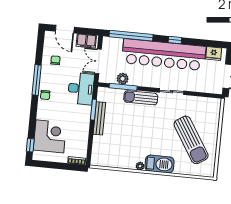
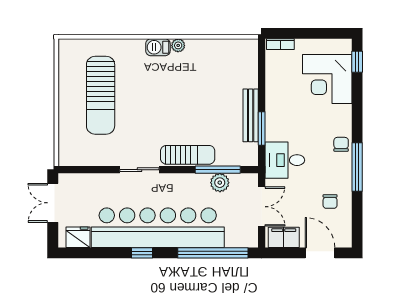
desk: (81, 89) -> (285, 160), width x0.73
sun lounger: (191, 140) -> (101, 95), turned -148
barbecue: (160, 164) -> (158, 47), width x0.53, depth x0.65

